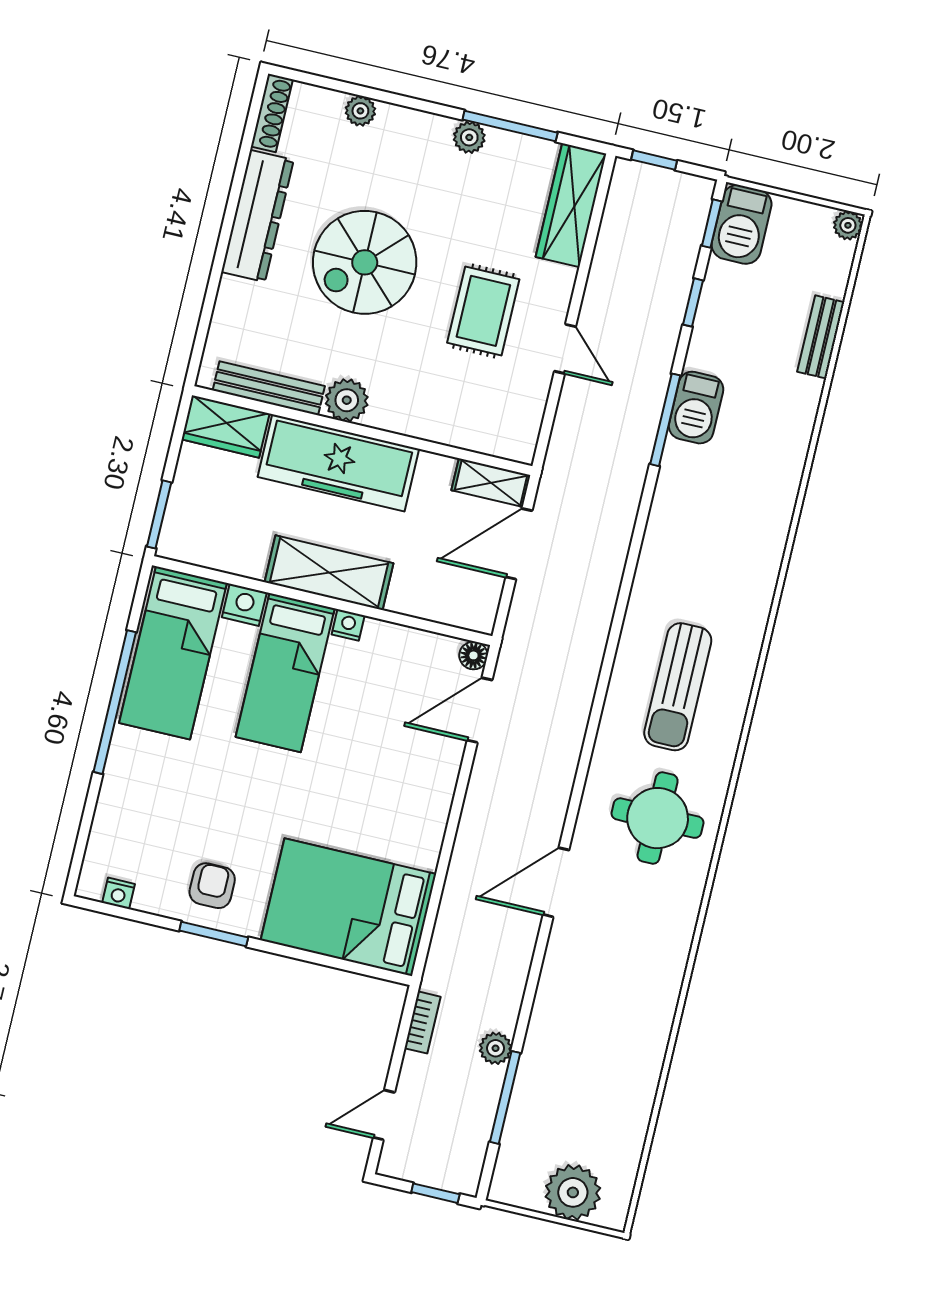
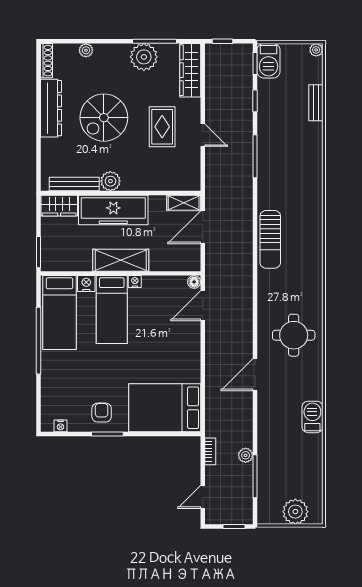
plant: (469, 137) -> (144, 57), width x1.88, depth x1.88
barbecue: (696, 408) -> (312, 417), moved, turned 180
sun lounger: (678, 687) -> (270, 239), moved

